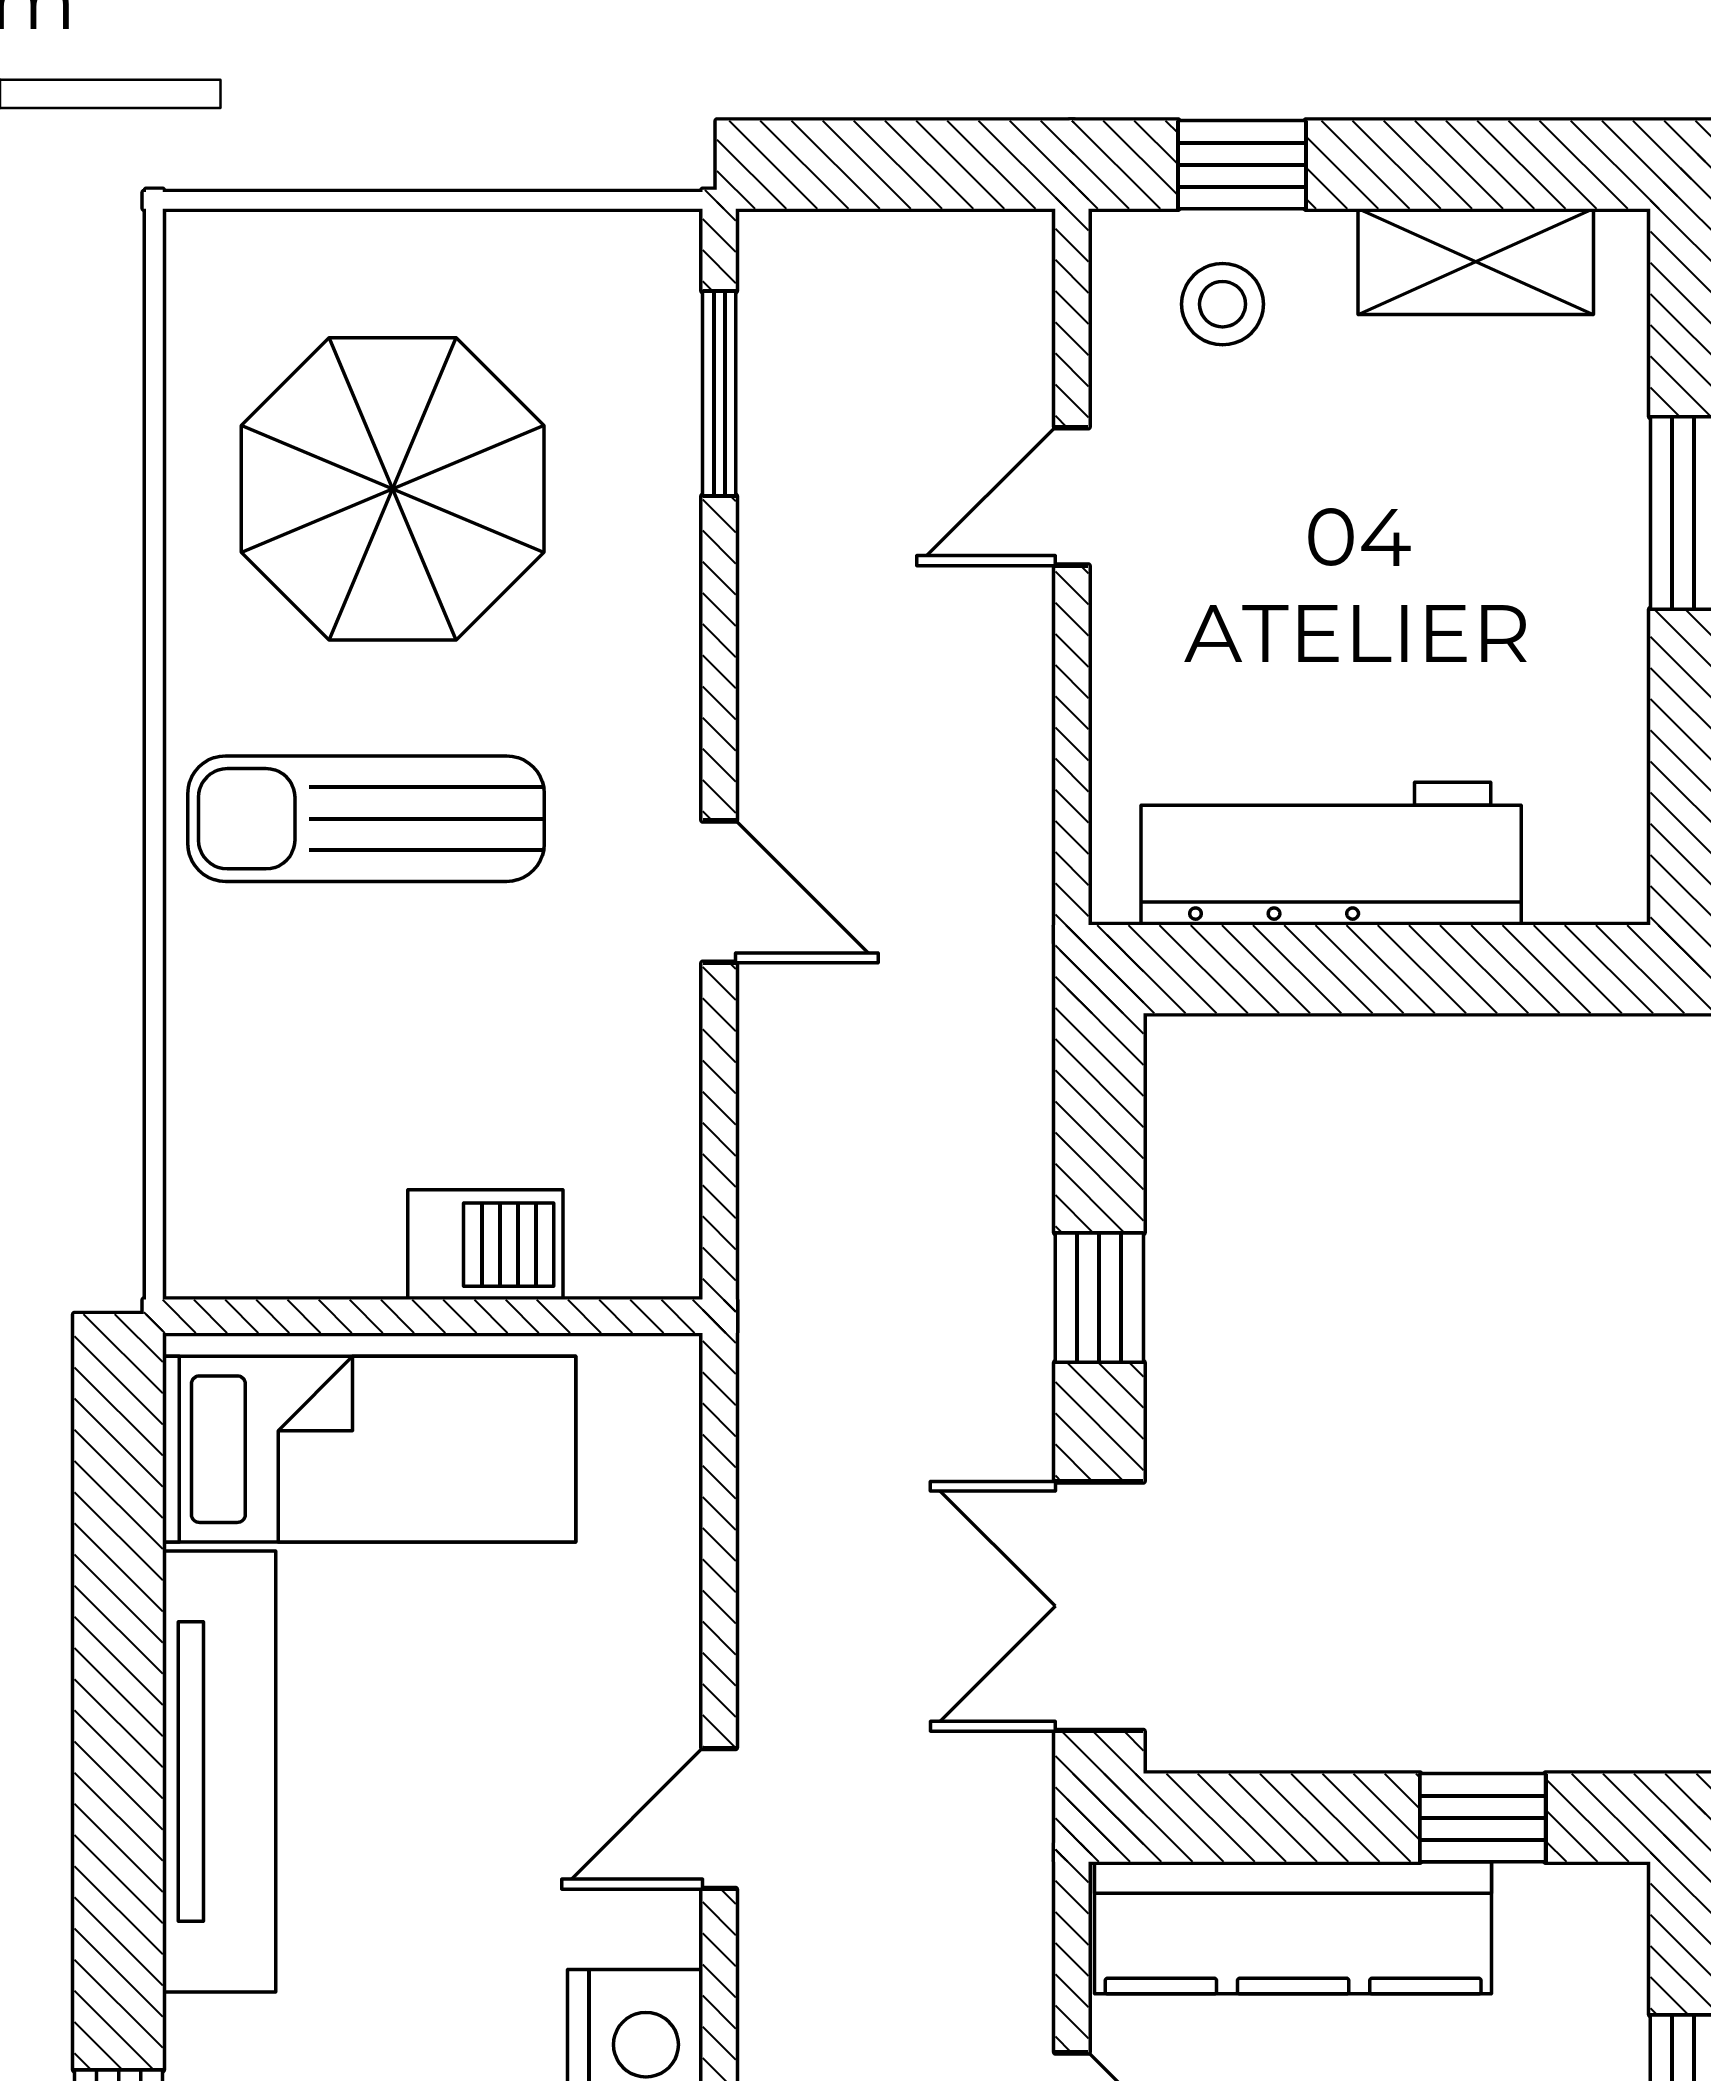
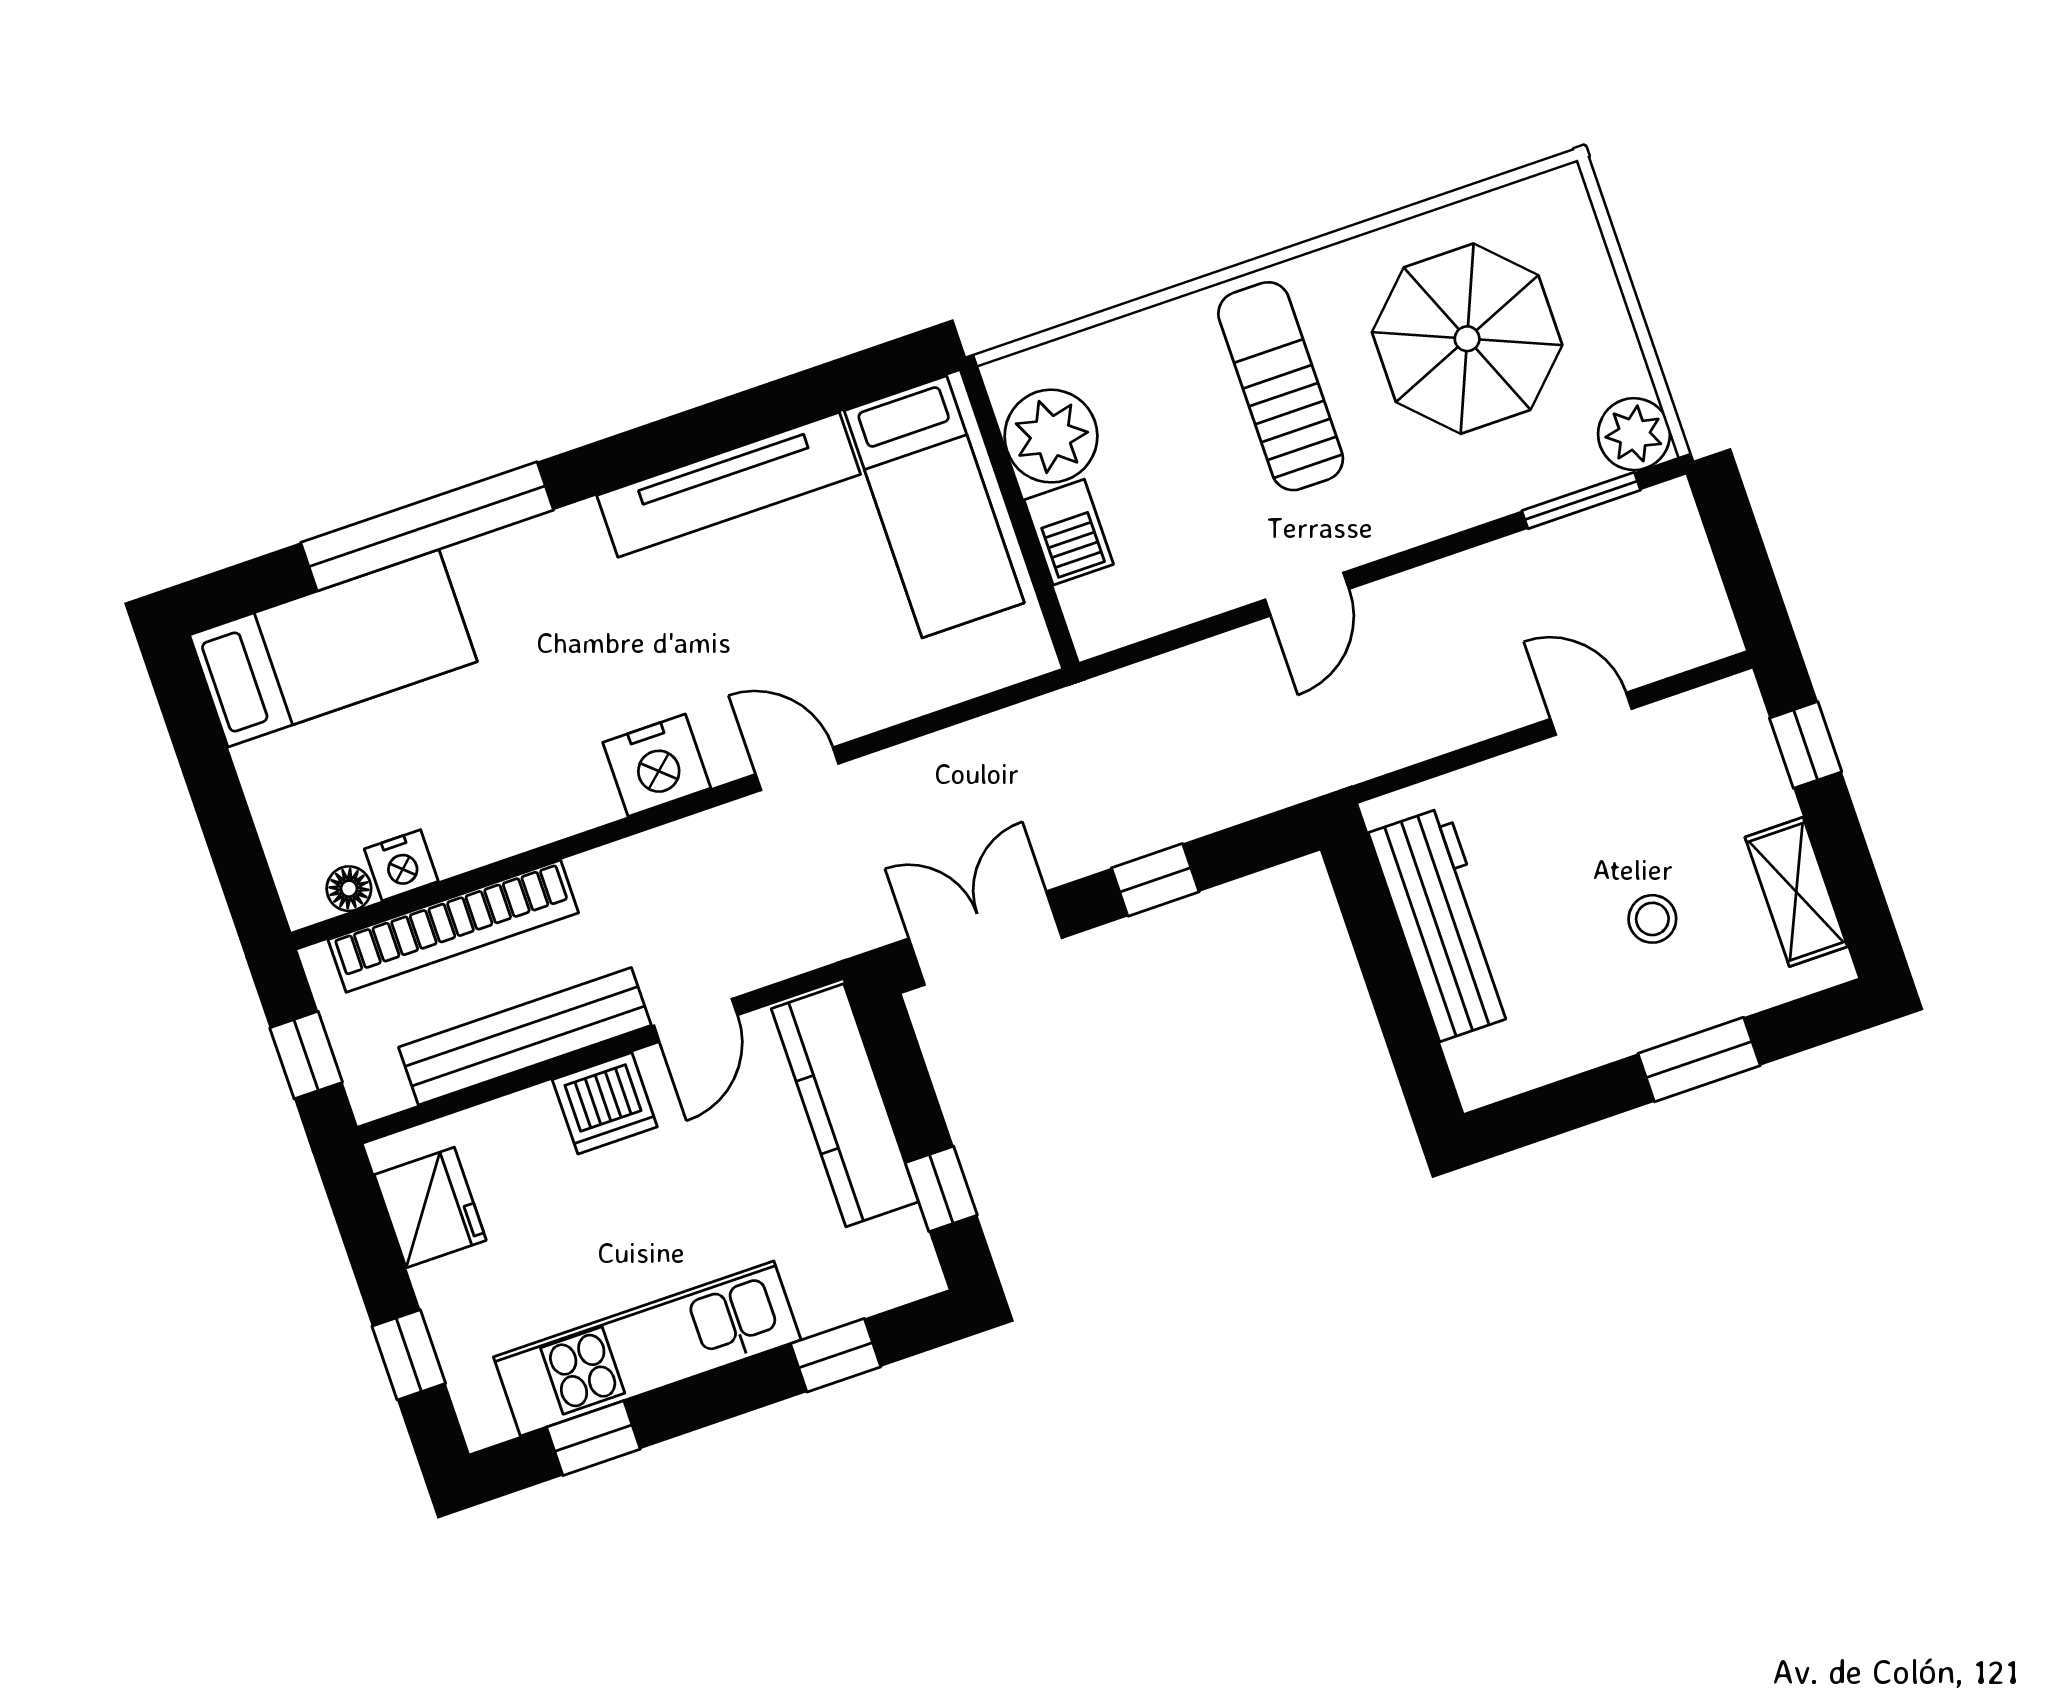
plant: (641, 270) -> (1634, 434), added
stool: (1223, 304) -> (1652, 919), moved
plant: (319, 1220) -> (1051, 436), added

